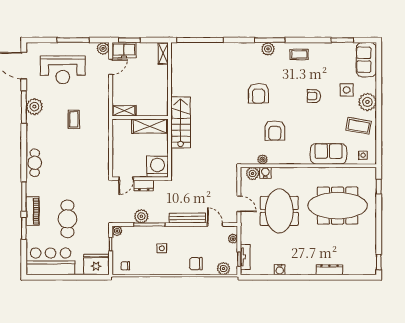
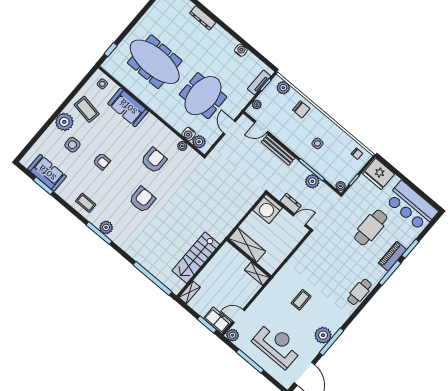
sofa: (366, 60) -> (47, 173), moved, turned -90
stairs: (181, 122) -> (196, 258), moved
door: (215, 225) -> (261, 127), hinge flipped

